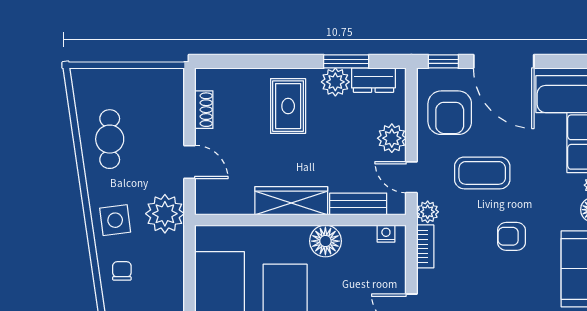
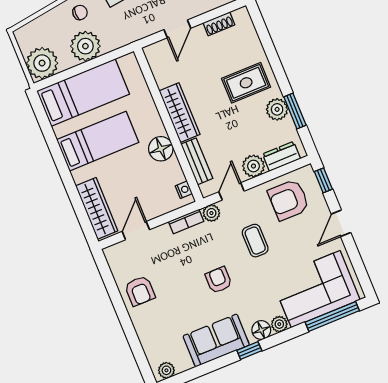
door: (504, 61) -> (341, 223), width x0.53
dresser: (373, 80) -> (281, 156), moved, turned 90
coffee table: (482, 173) -> (255, 241), width x0.73, depth x0.77
plant: (165, 214) -> (85, 46), moved

